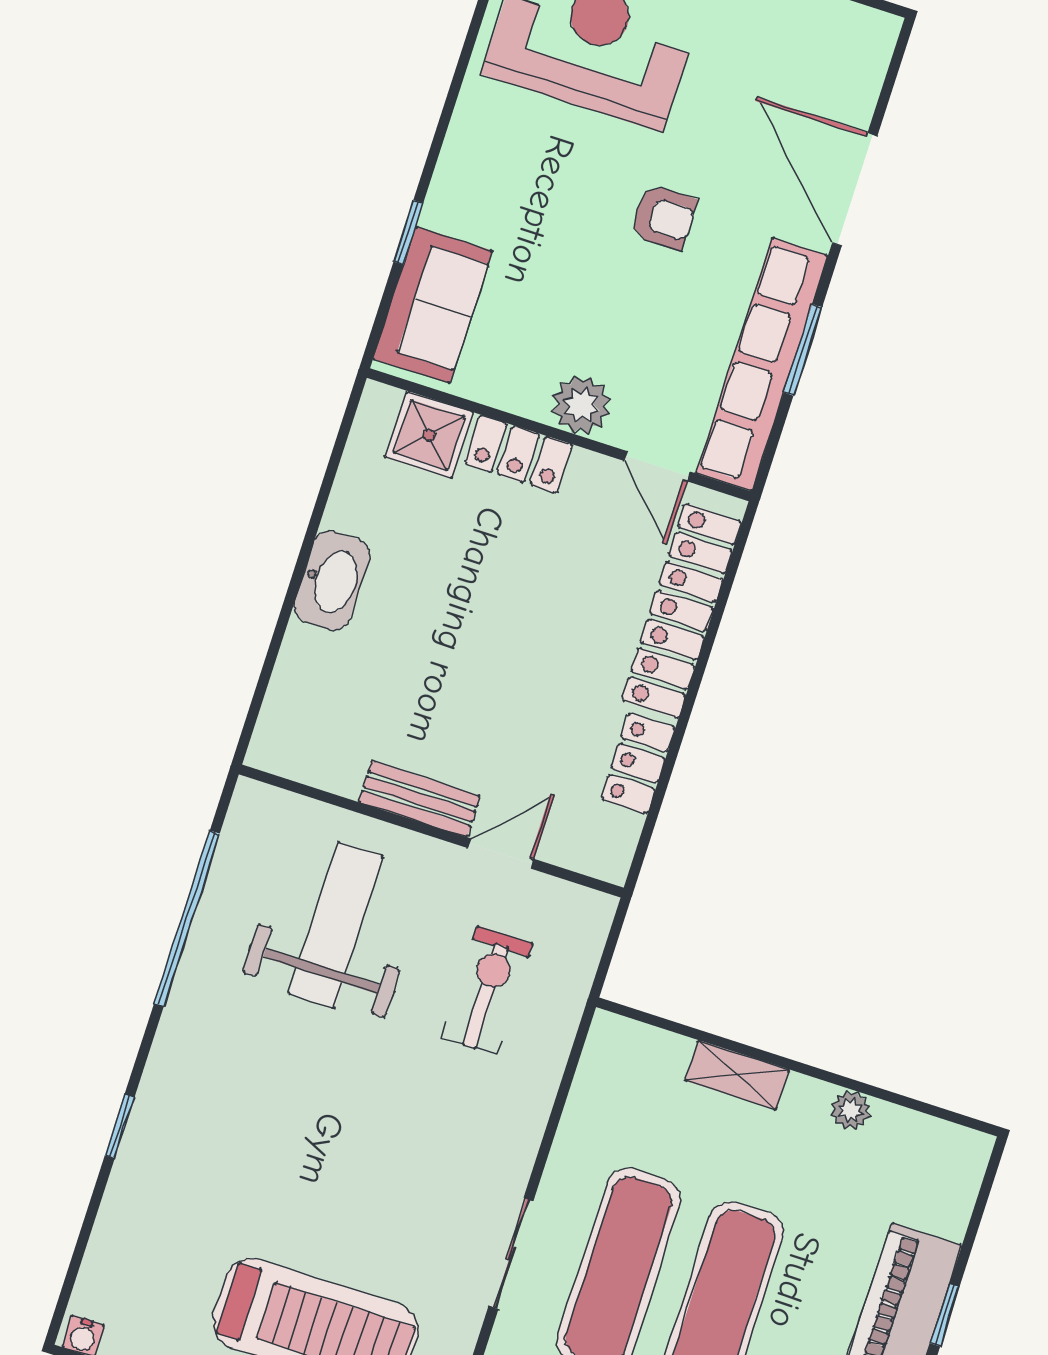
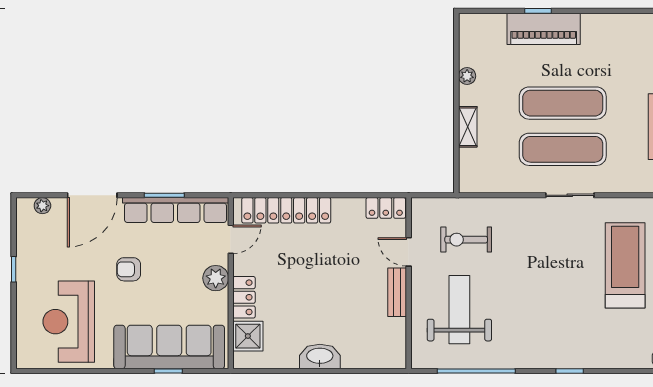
plant: (867, 71) -> (42, 206), added
armchair: (664, 217) -> (129, 269), turned -90
sofa: (433, 305) -> (169, 347), width x1.85, depth x1.27
locker: (638, 763) -> (386, 208), moved
weight bench: (336, 925) -> (459, 310), turned 90

